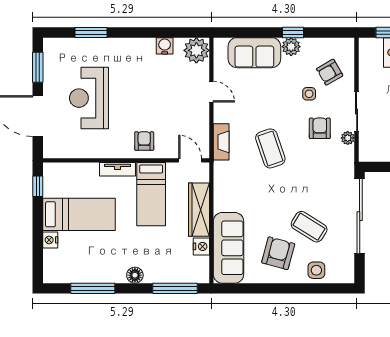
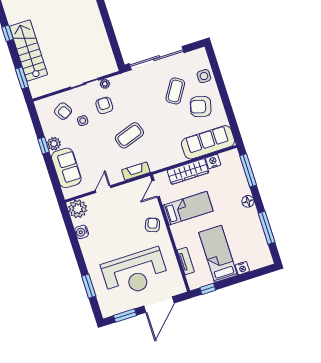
reception desk: (89, 98) -> (135, 273), width x1.36, depth x1.30
armchair: (320, 128) -> (104, 105), turned 90
armchair: (144, 141) -> (152, 225), turned 111
tv unit: (118, 169) -> (186, 261), moved

